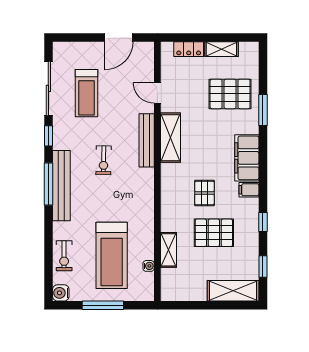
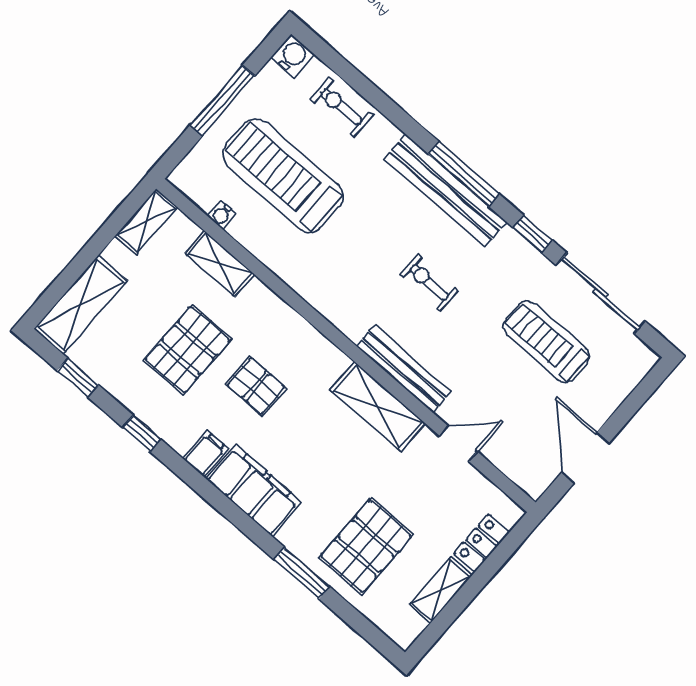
shelving: (177, 294) -> (146, 222), added

